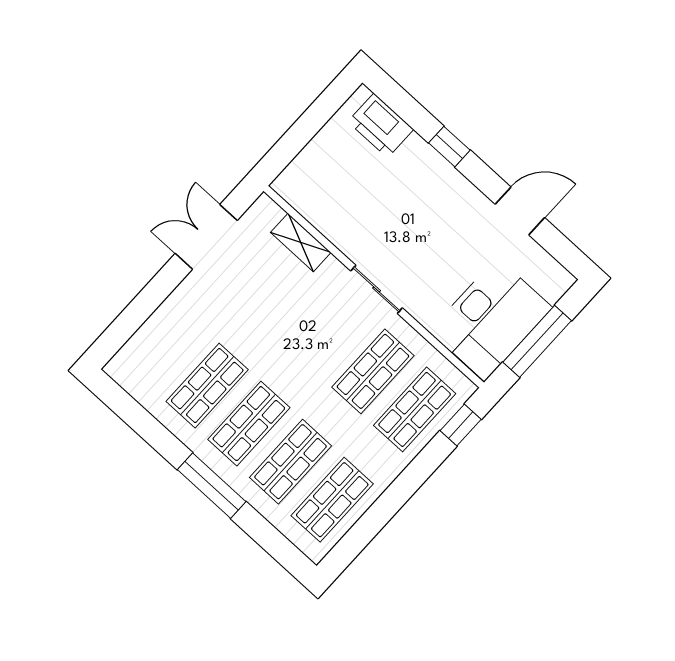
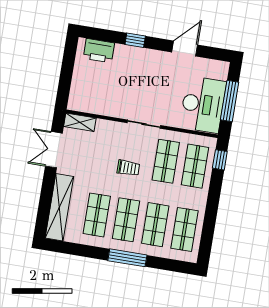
shelving: (301, 242) -> (80, 122), moved
shelving: (155, 335) -> (59, 207), added
trolley: (306, 343) -> (128, 168), added

